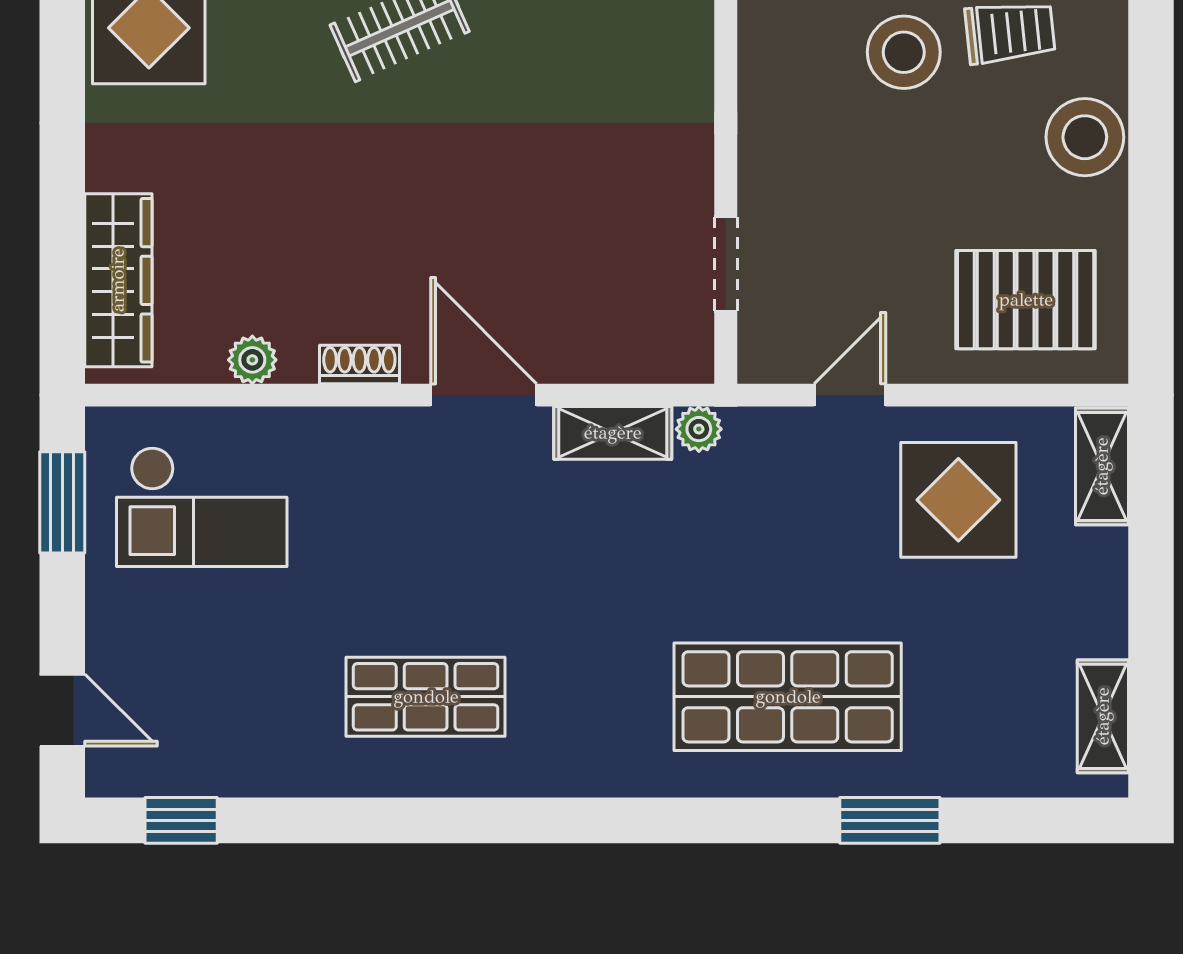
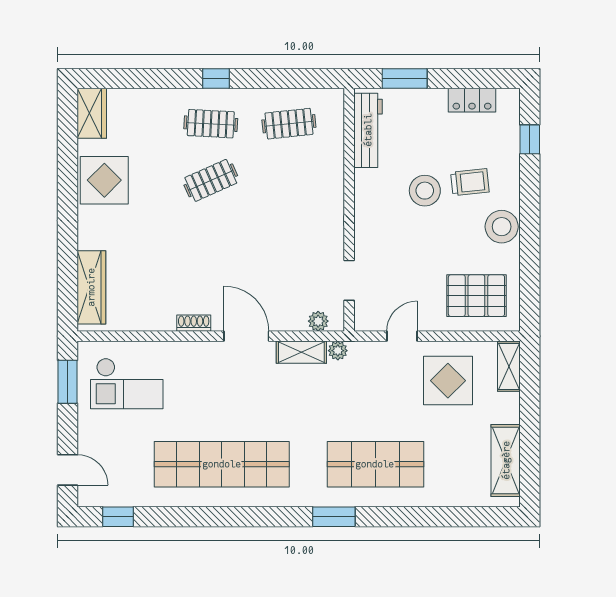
plant: (252, 360) -> (318, 321), moved
shop shelf: (426, 697) -> (222, 464), width x2.00, depth x1.36
shelving: (1103, 716) -> (506, 460), width x1.50, depth x1.33
window: (890, 820) -> (334, 517), moved

